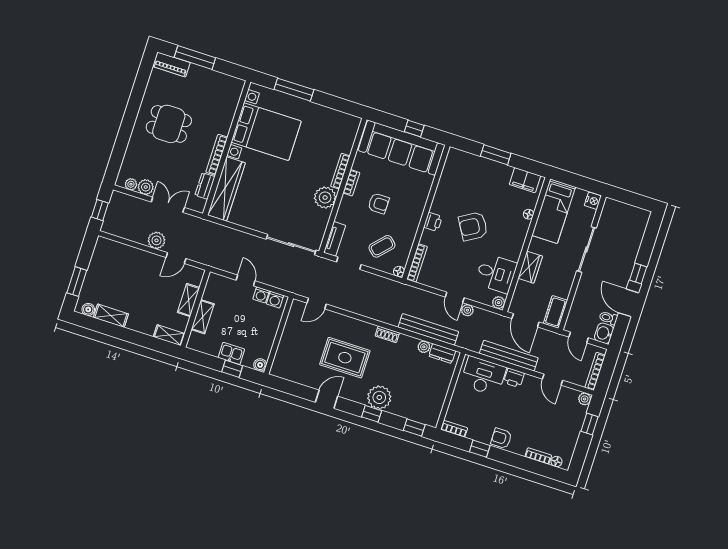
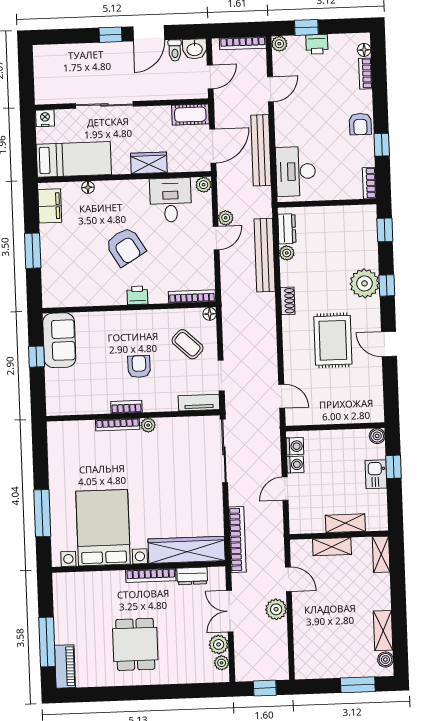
sofa: (402, 148) -> (59, 340), width x0.54, depth x0.79
plant: (325, 198) -> (148, 425), width x0.53, depth x0.53
bookcase: (220, 230) -> (237, 539), added
printer: (514, 378) -> (317, 44), moved, turned 90

